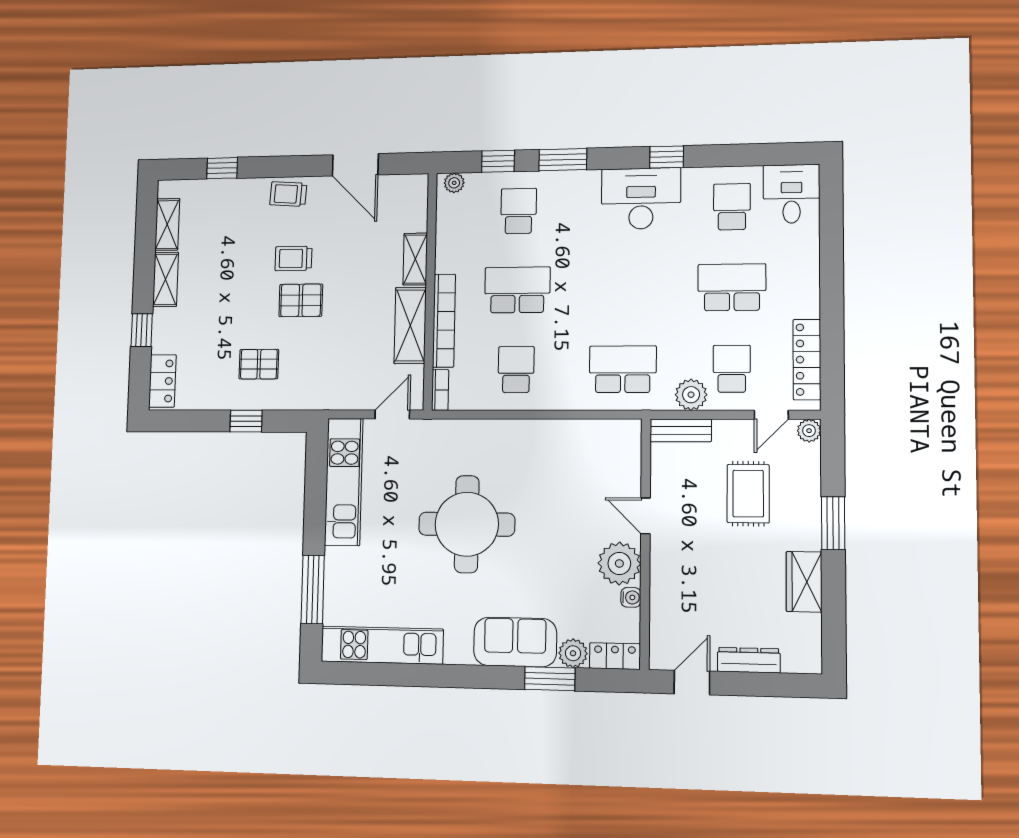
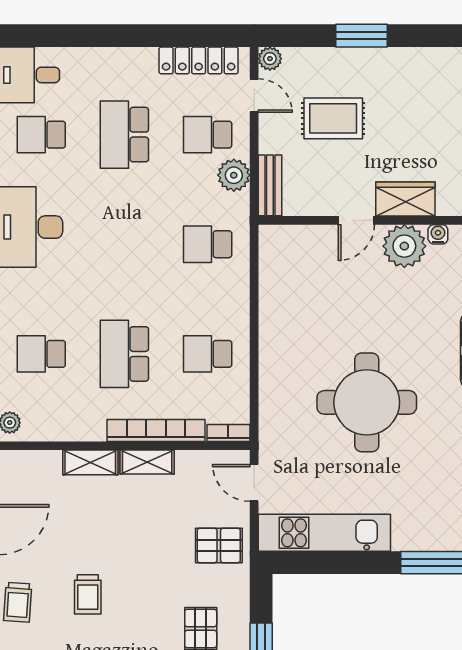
pallet: (301, 300) -> (219, 545), moved, turned 90
shelving: (410, 325) -> (147, 462), width x0.67, depth x0.75
school desk: (623, 369) -> (208, 244), width x0.54
wardrobe: (804, 582) -> (405, 199), moved, turned 180

